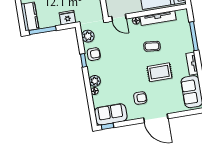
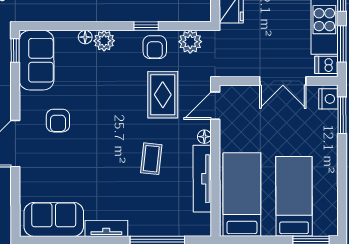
rug: (160, 72) -> (163, 95), moved

